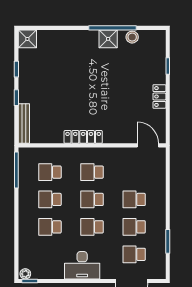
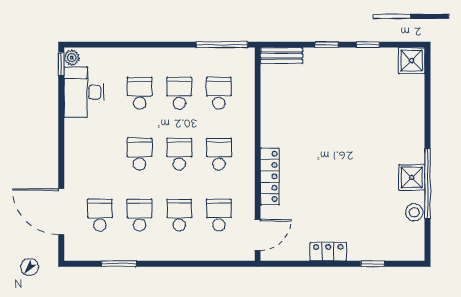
bench: (24, 124) -> (282, 56), width x0.73
locker: (83, 137) -> (270, 176), moved
school desk: (134, 172) -> (219, 215), added
desk: (82, 265) -> (84, 92), moved

